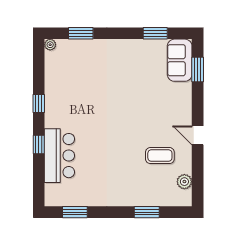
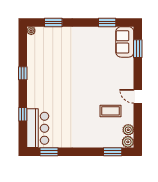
window: (39, 145) -> (23, 114), moved
bar counter: (59, 156) -> (38, 128), moved
plant: (184, 198) -> (128, 142), added
window: (147, 212) -> (113, 152), moved

